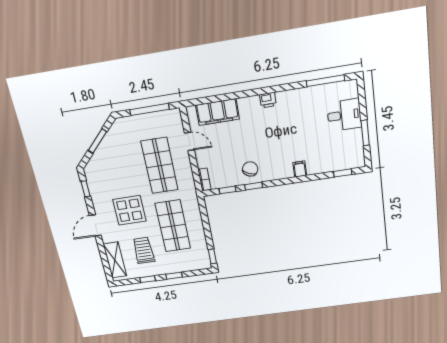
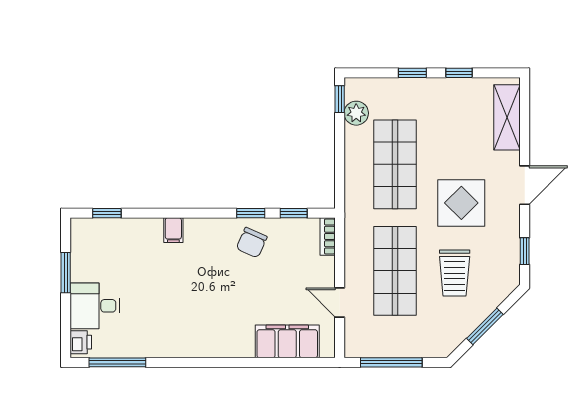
printer: (268, 100) -> (81, 342), moved, turned 90
trolley: (144, 250) -> (455, 273), moved
plant: (201, 250) -> (356, 113), added

